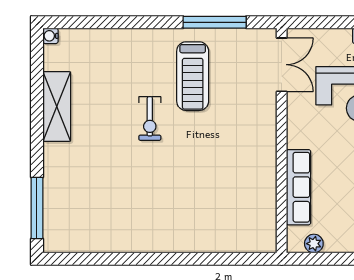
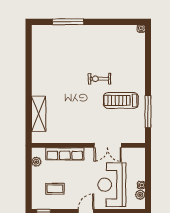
double door: (282, 65) -> (108, 145), moved
shelving: (57, 106) -> (39, 114), moved, turned 90
window: (37, 208) -> (68, 22), moved

